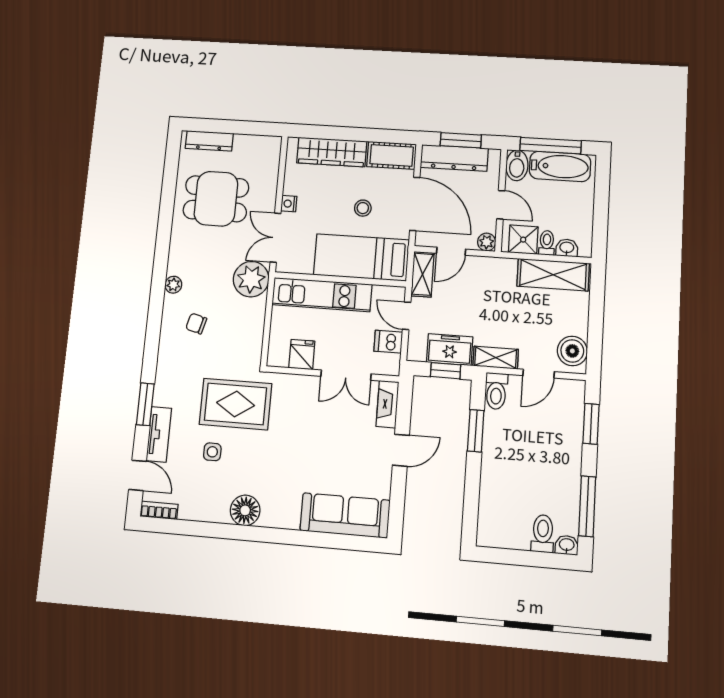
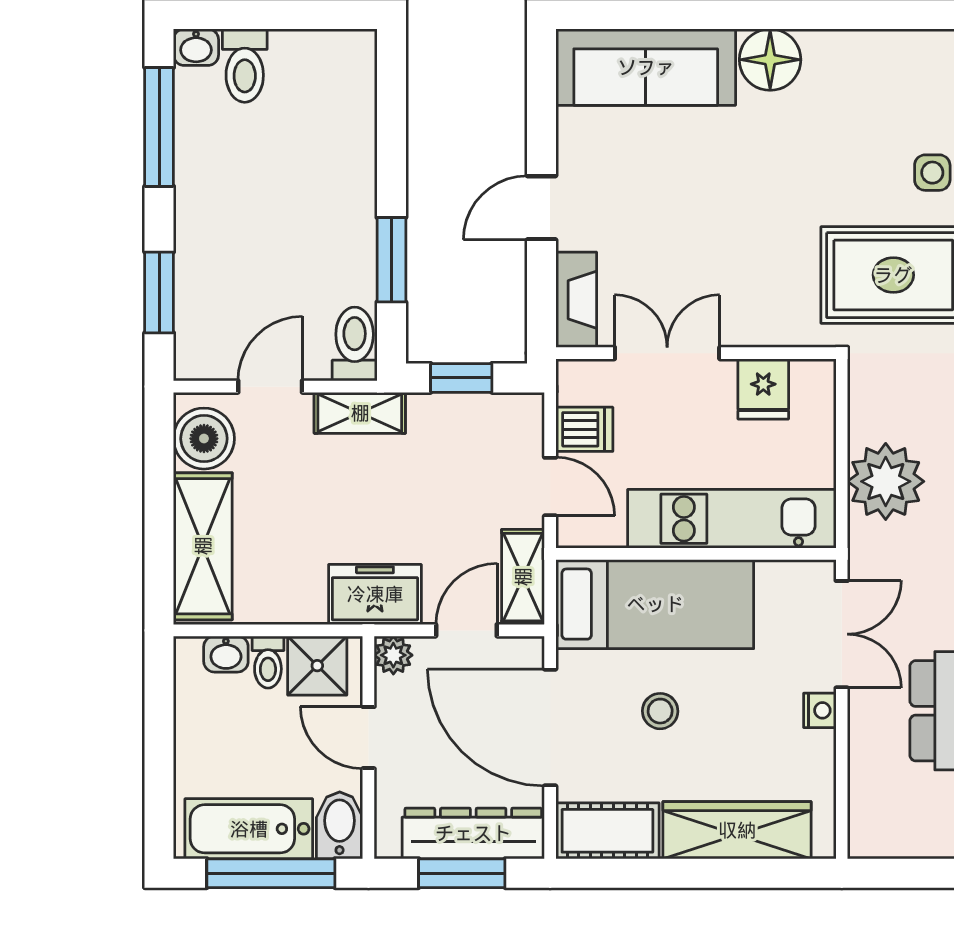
shelving: (553, 275) -> (203, 546), moved, turned 90
plant: (251, 279) -> (886, 481), moved
freezer: (450, 350) -> (375, 594), moved, turned 180
floor lamp: (245, 510) -> (770, 60), moved

